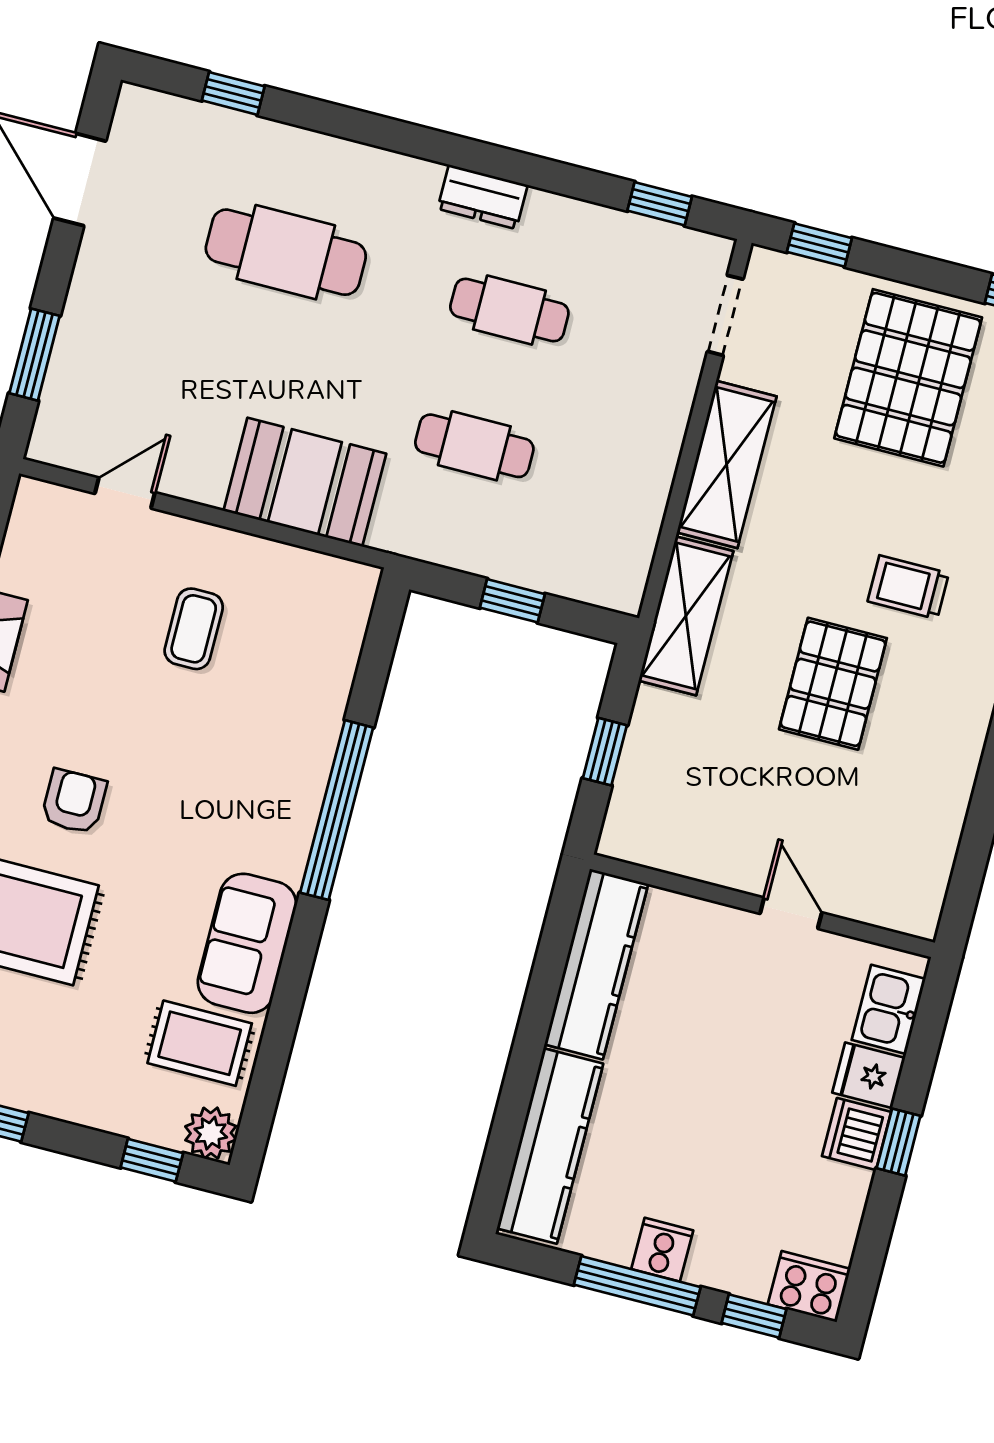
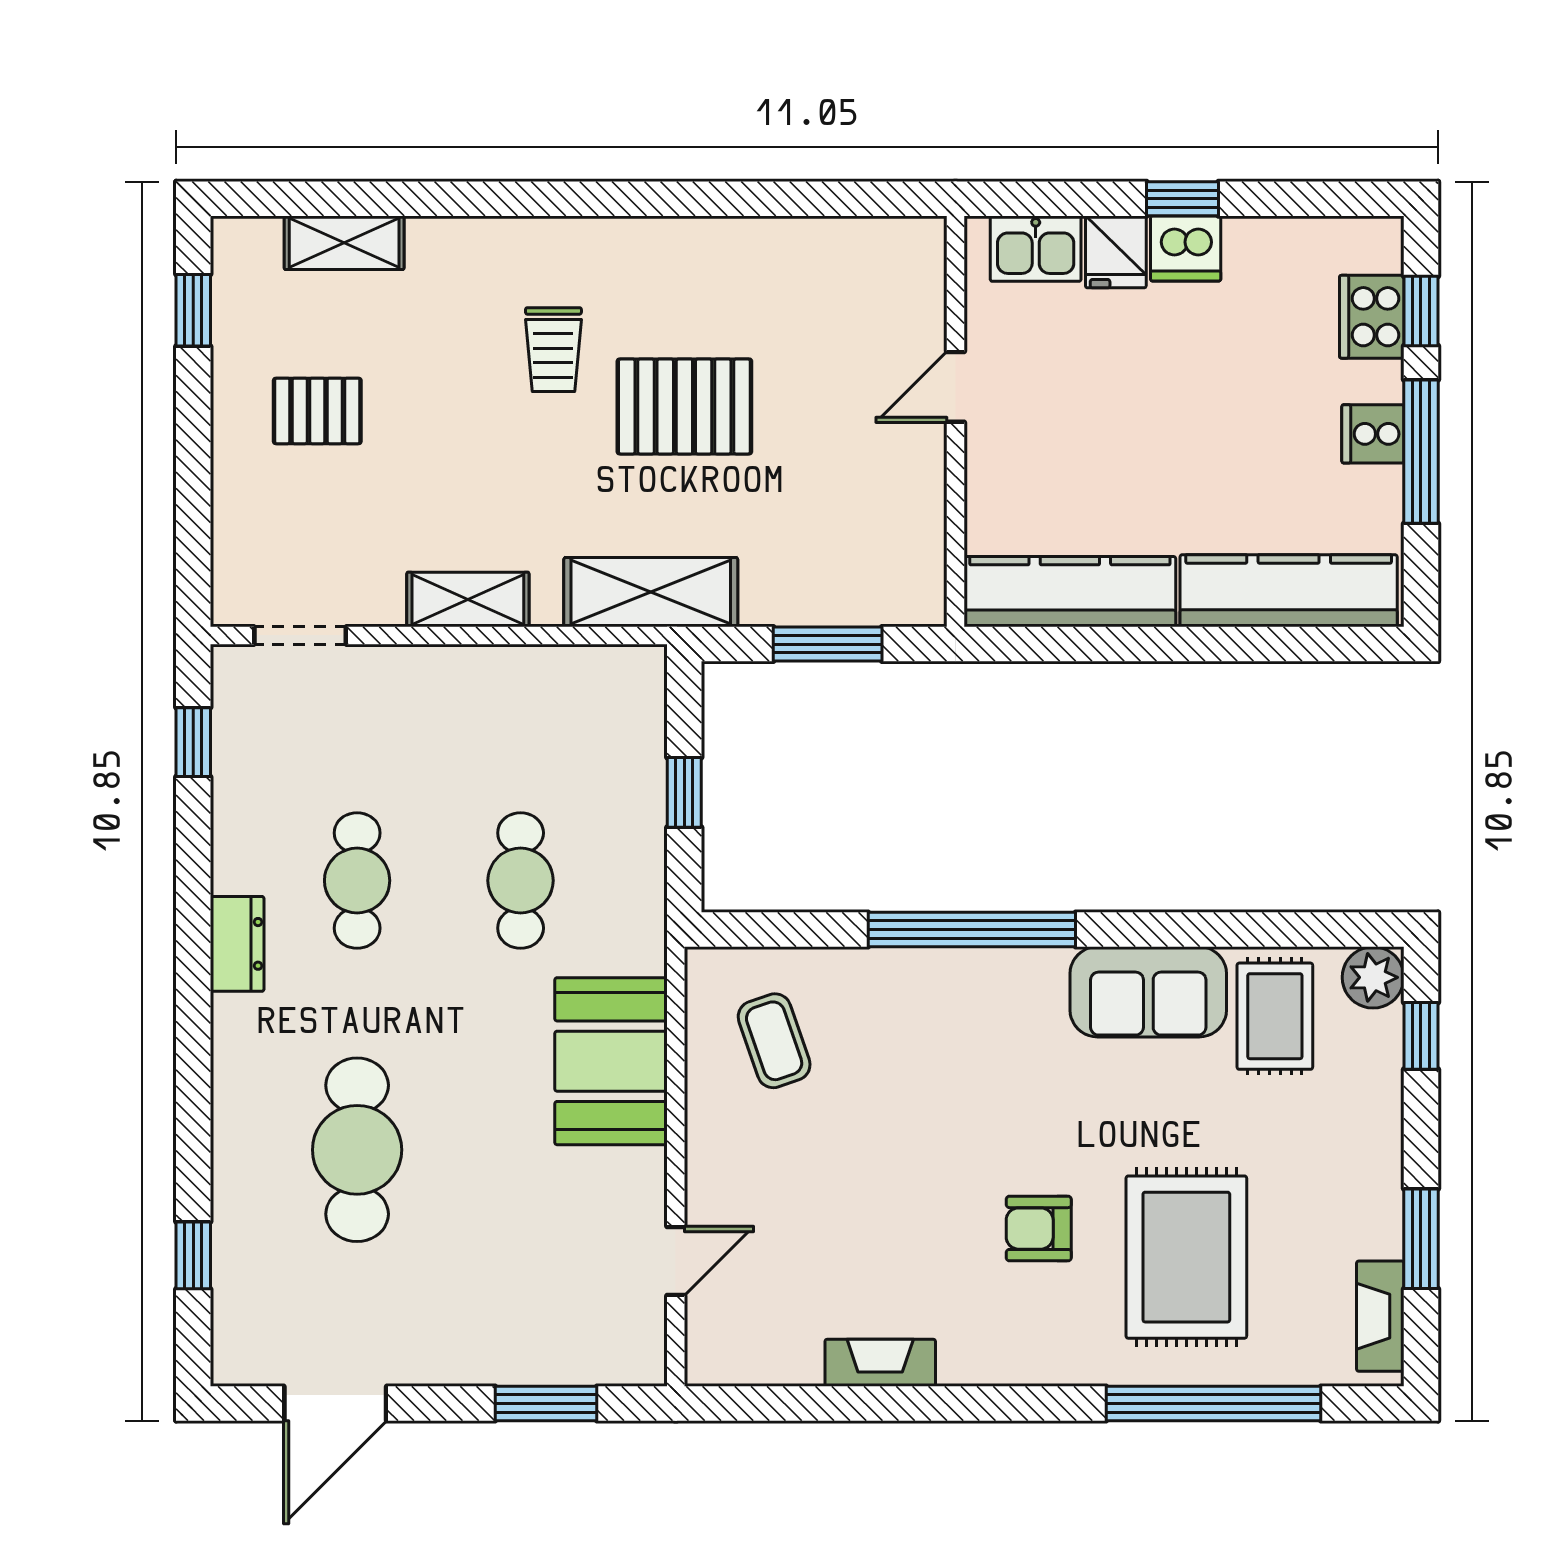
window: (819, 245) -> (193, 550), removed
pallet: (908, 378) -> (317, 411), width x0.49, depth x0.50
shelving: (727, 464) -> (468, 599), width x0.67, depth x0.75
door: (125, 493) -> (676, 1261), swing flipped
coffee table: (194, 629) -> (774, 1041), moved, turned 71
window: (605, 752) -> (828, 644), width x1.50
cooker: (809, 1287) -> (1372, 317), moved

